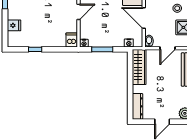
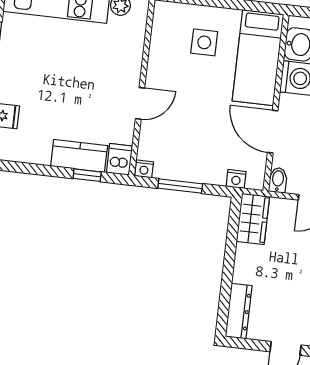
kitchen counter: (52, 41) -> (79, 156), added
window: (35, 49) -> (87, 175), moved
wardrobe: (139, 67) -> (253, 219), width x0.67

